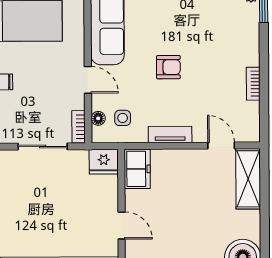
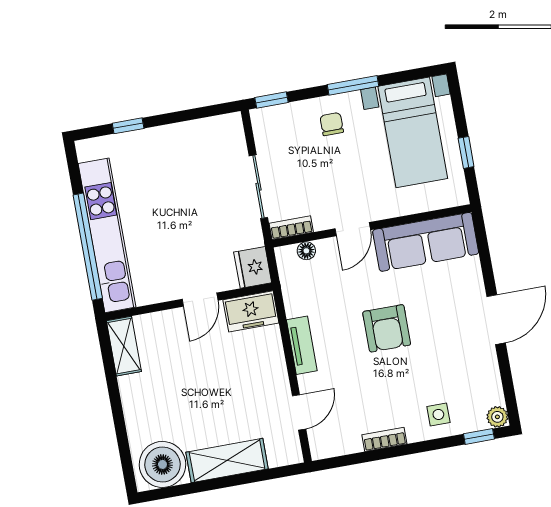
armchair: (168, 67) -> (387, 328), width x1.38, depth x1.38
side table: (123, 118) -> (438, 414), moved
shelving: (248, 179) -> (227, 461), moved
door: (122, 226) -> (200, 300), moved

